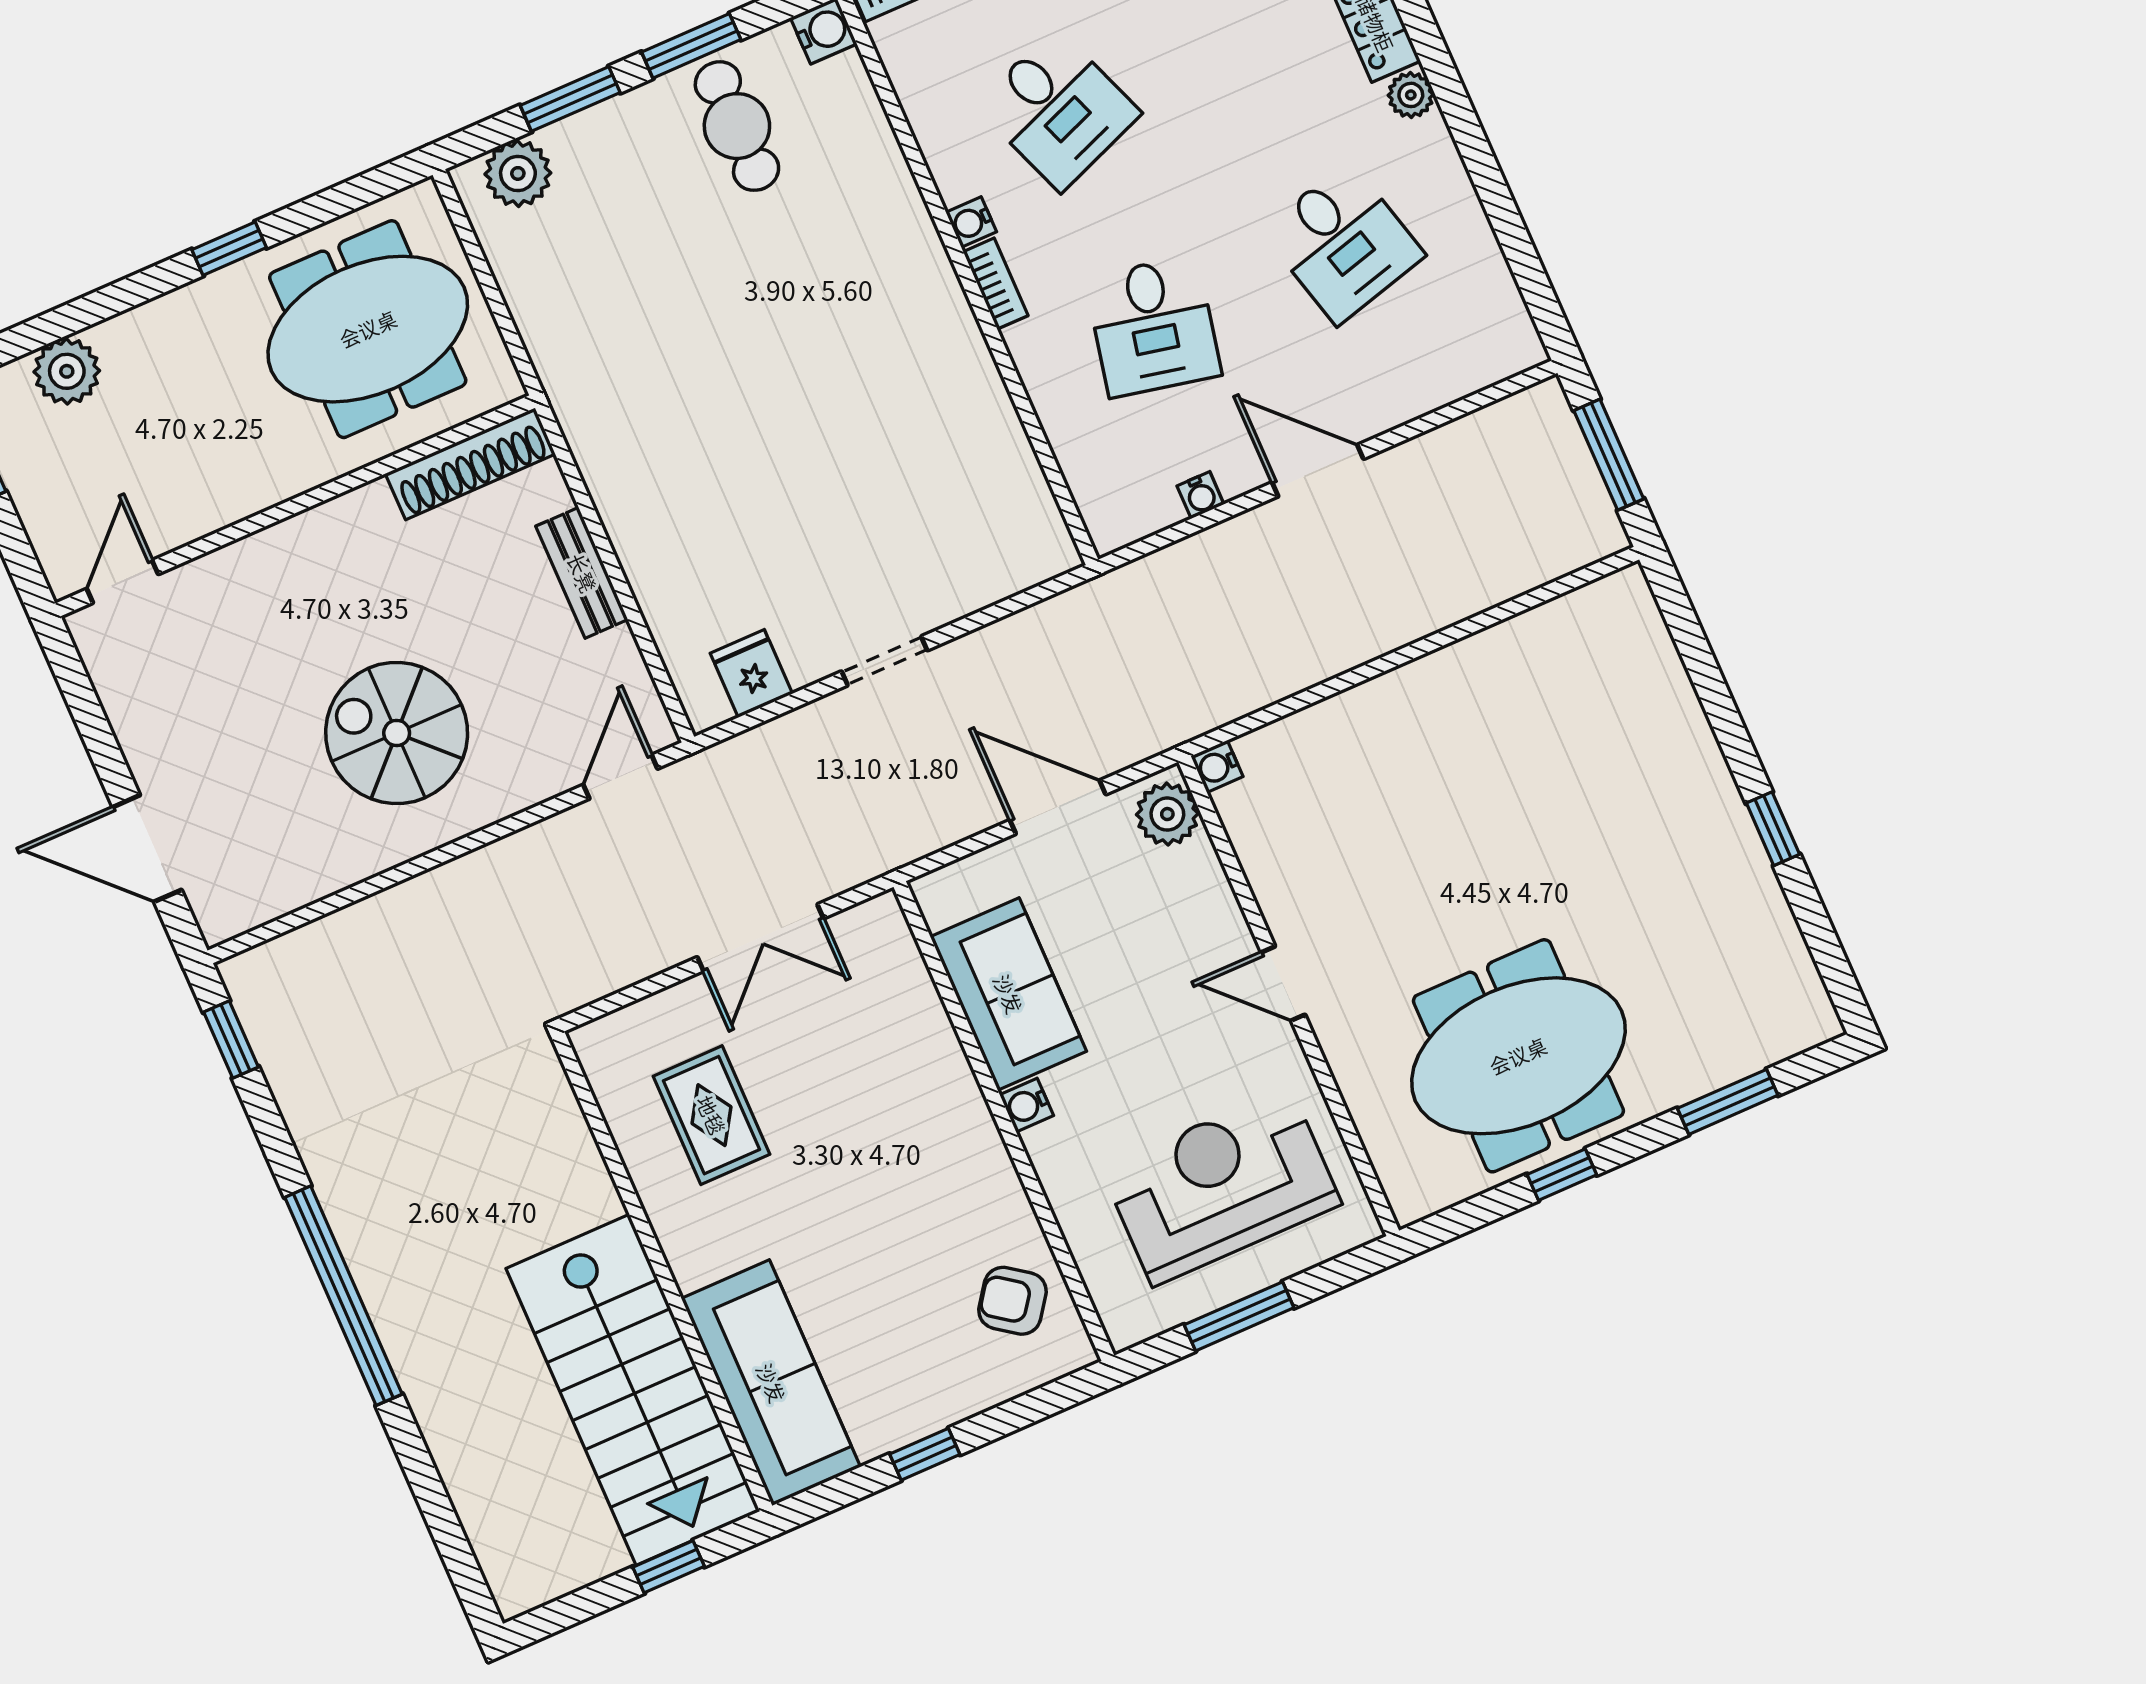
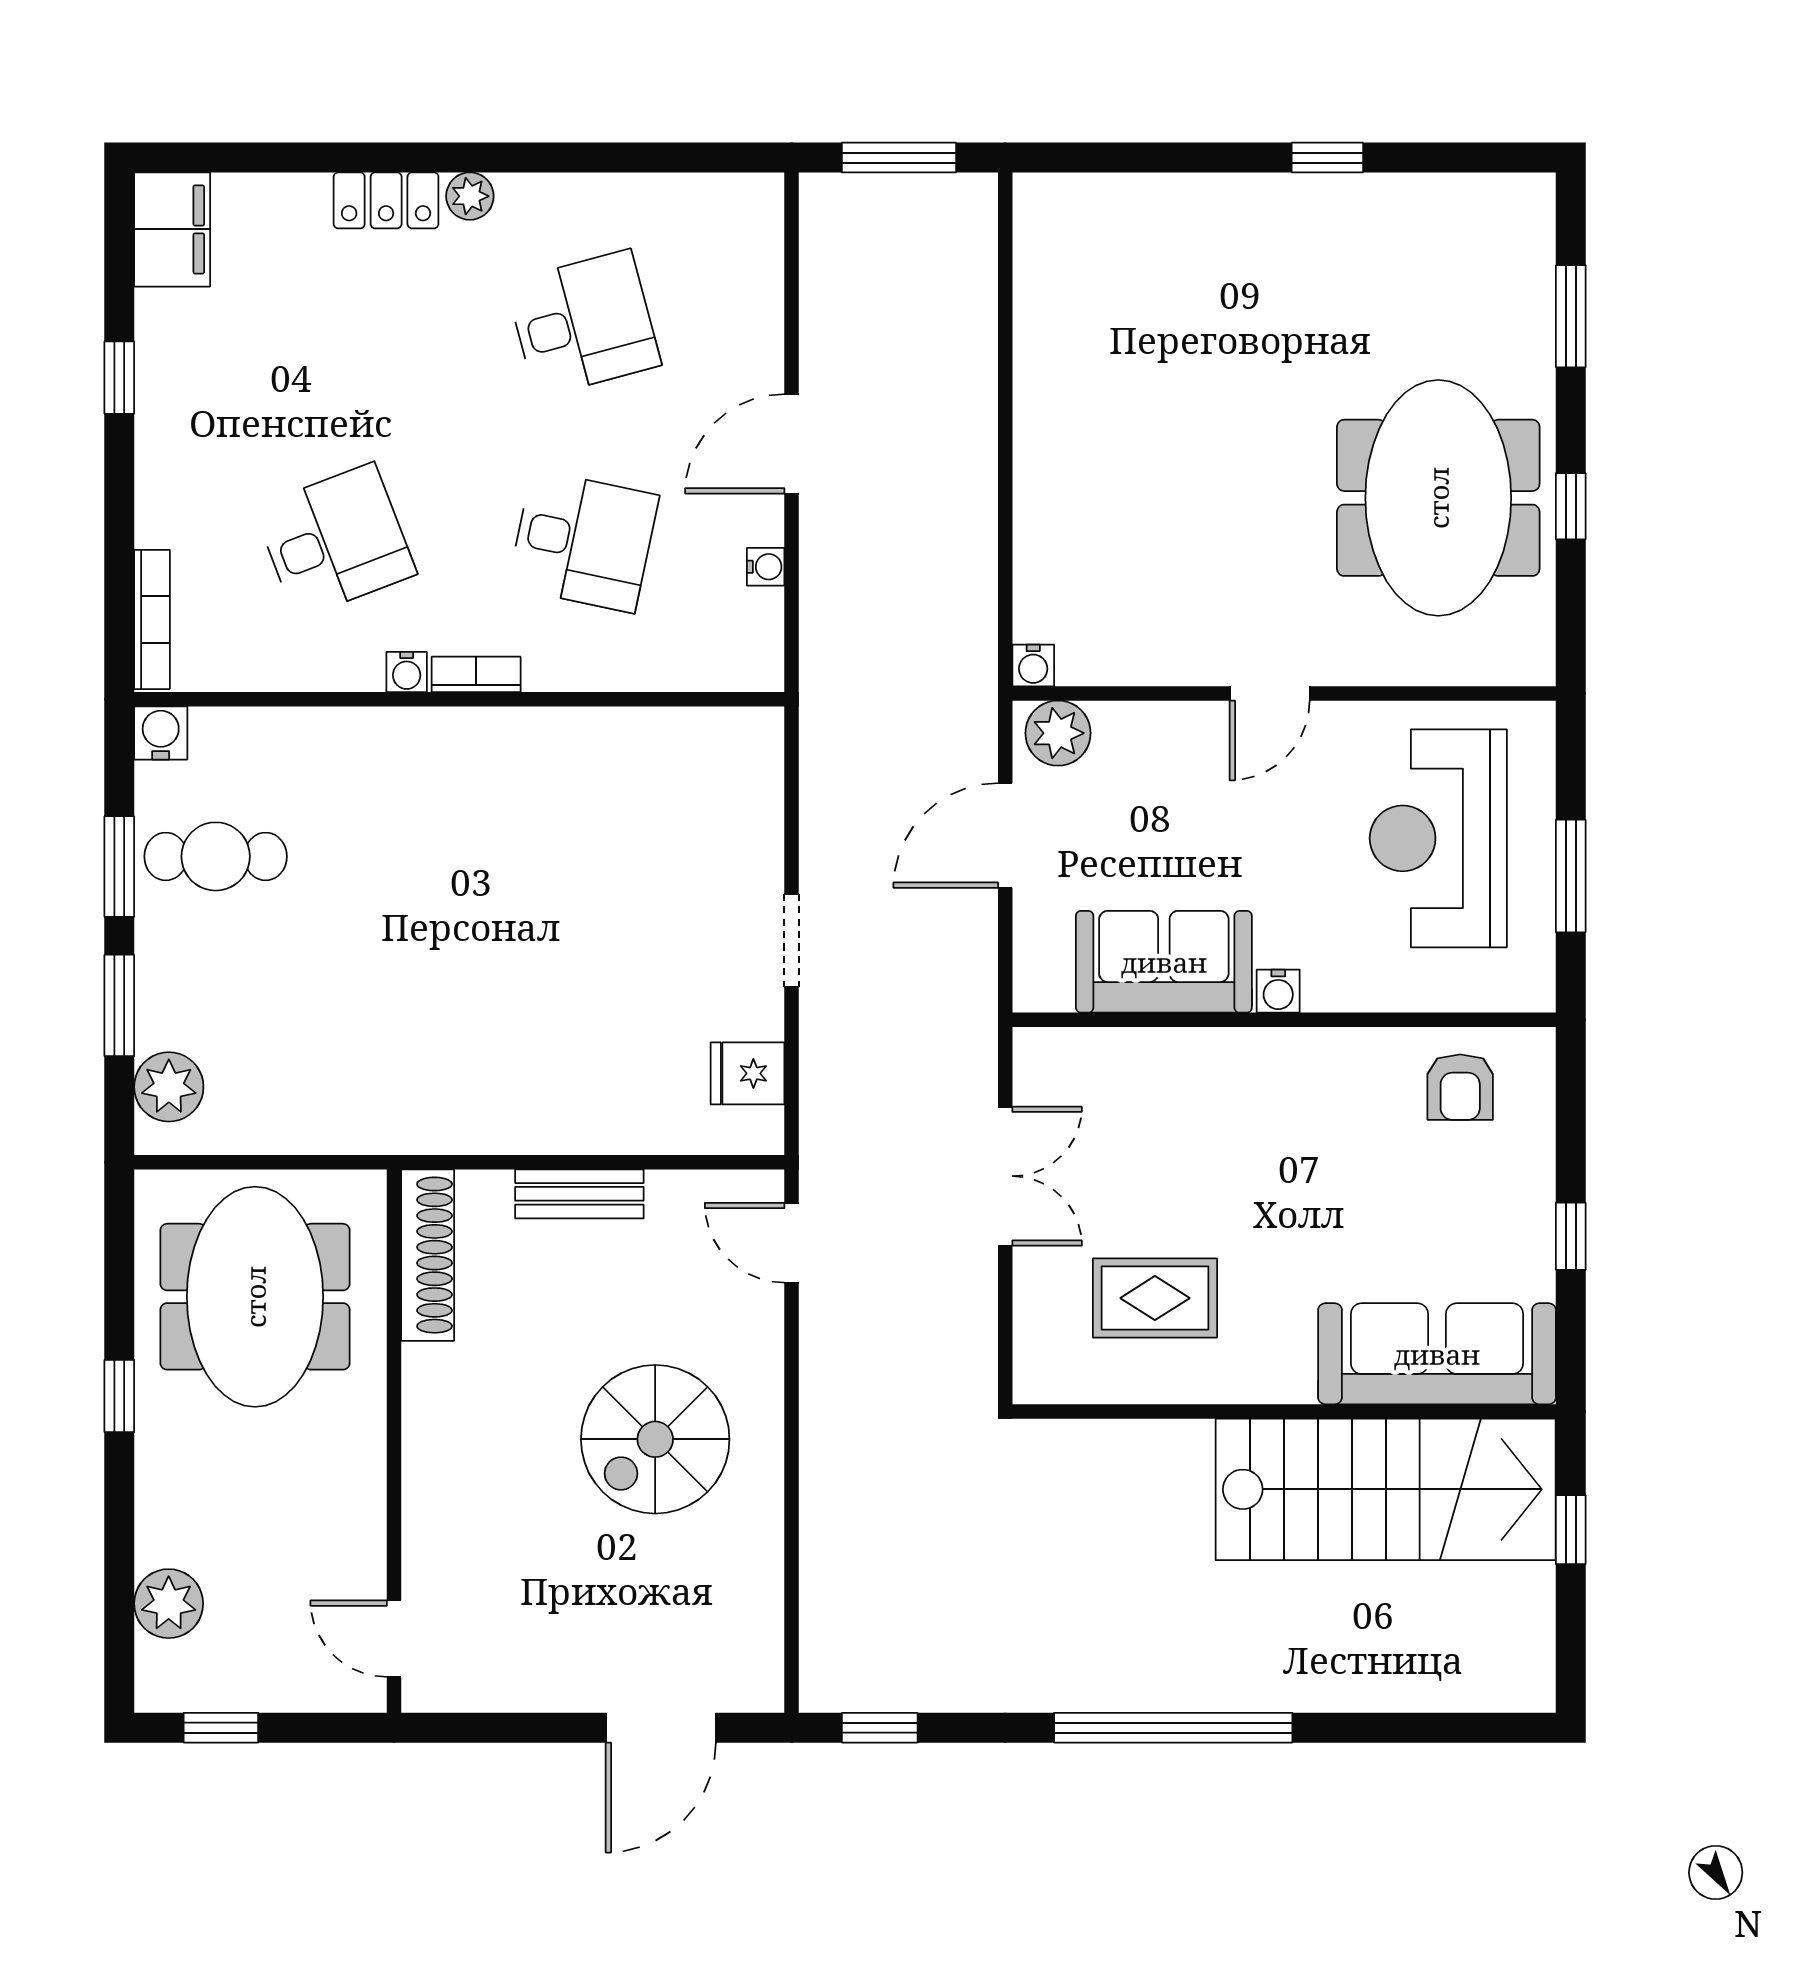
armchair: (1013, 1301) -> (1460, 1087), turned -36

